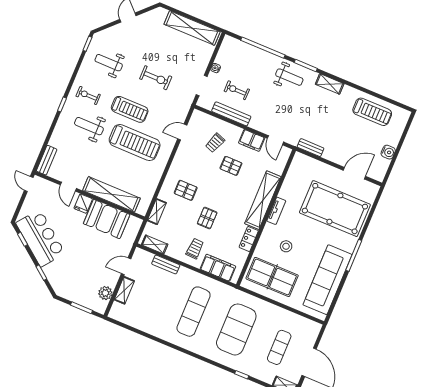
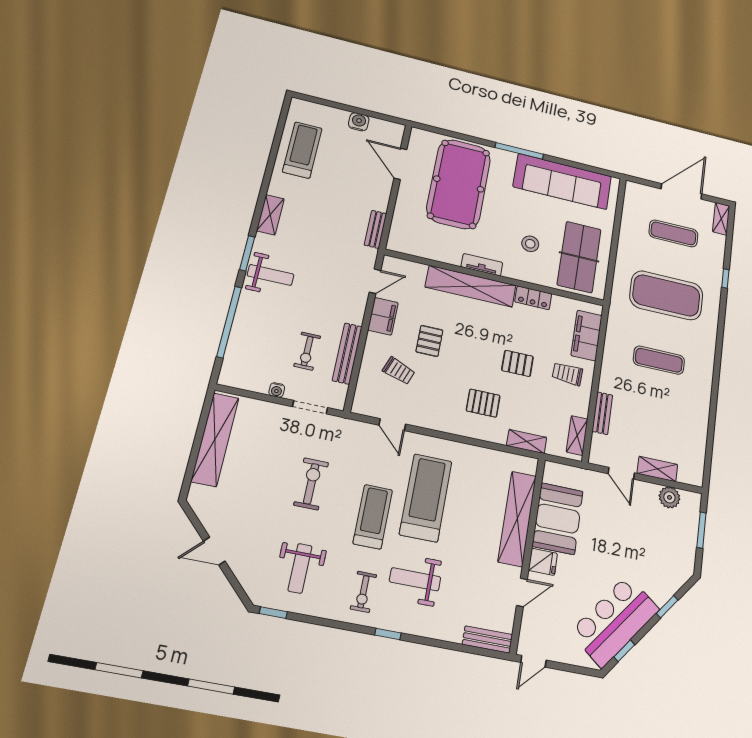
weight bench: (289, 77) -> (271, 275), turned 90
weight bench: (89, 126) -> (415, 579), turned 90
pallet: (186, 190) -> (483, 403), turned 90
exercise mat: (194, 312) -> (659, 360), width x0.73, depth x0.69

